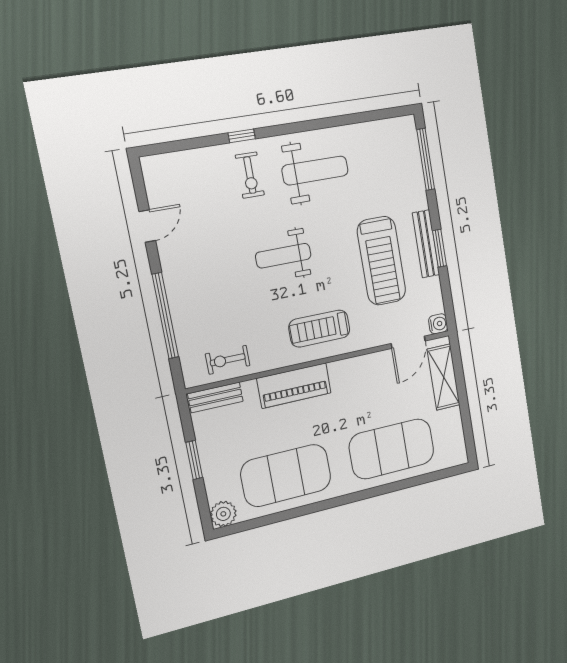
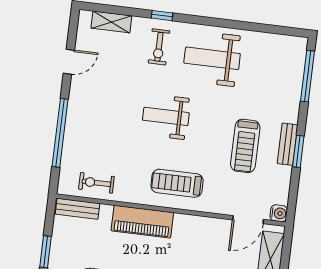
shelving: (183, 161) -> (111, 22), added
weight bench: (315, 170) -> (212, 58), turned 180
bench: (426, 244) -> (288, 144), width x0.73
treadmill: (381, 261) -> (245, 146), width x0.73, depth x0.73

